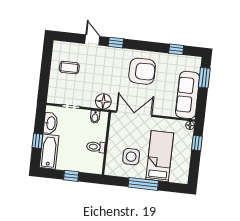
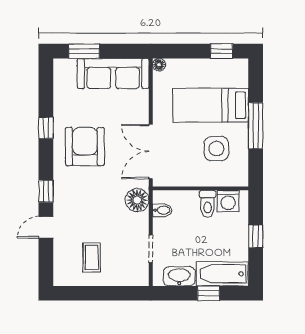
window: (176, 49) -> (46, 128), moved
window: (197, 143) -> (222, 51), moved
washing machine: (96, 161) -> (228, 201), added

